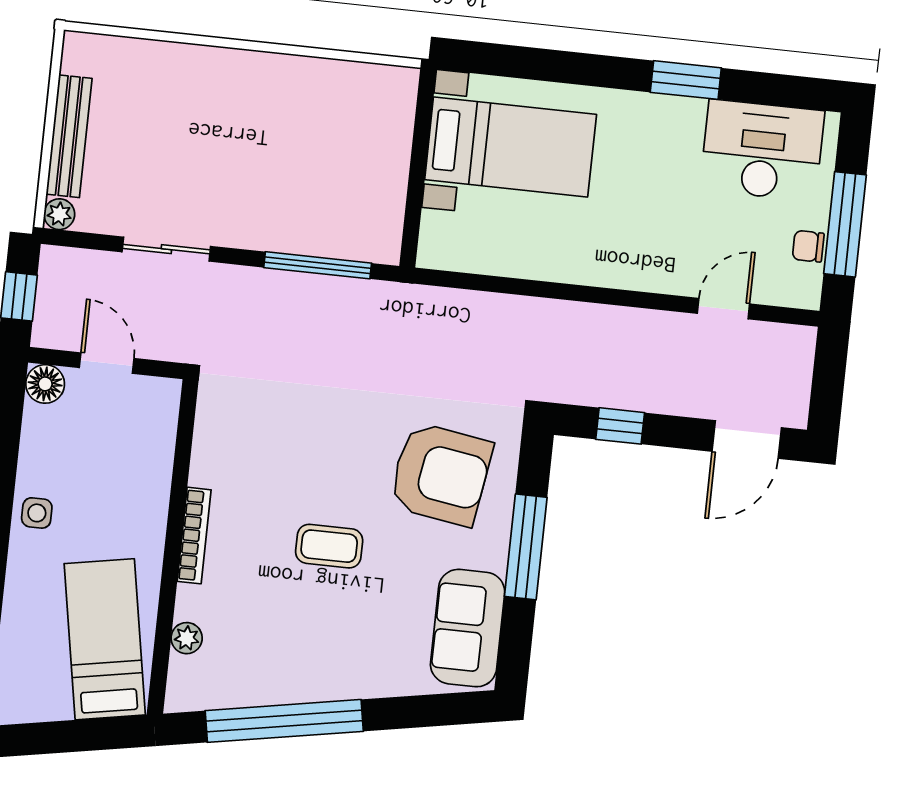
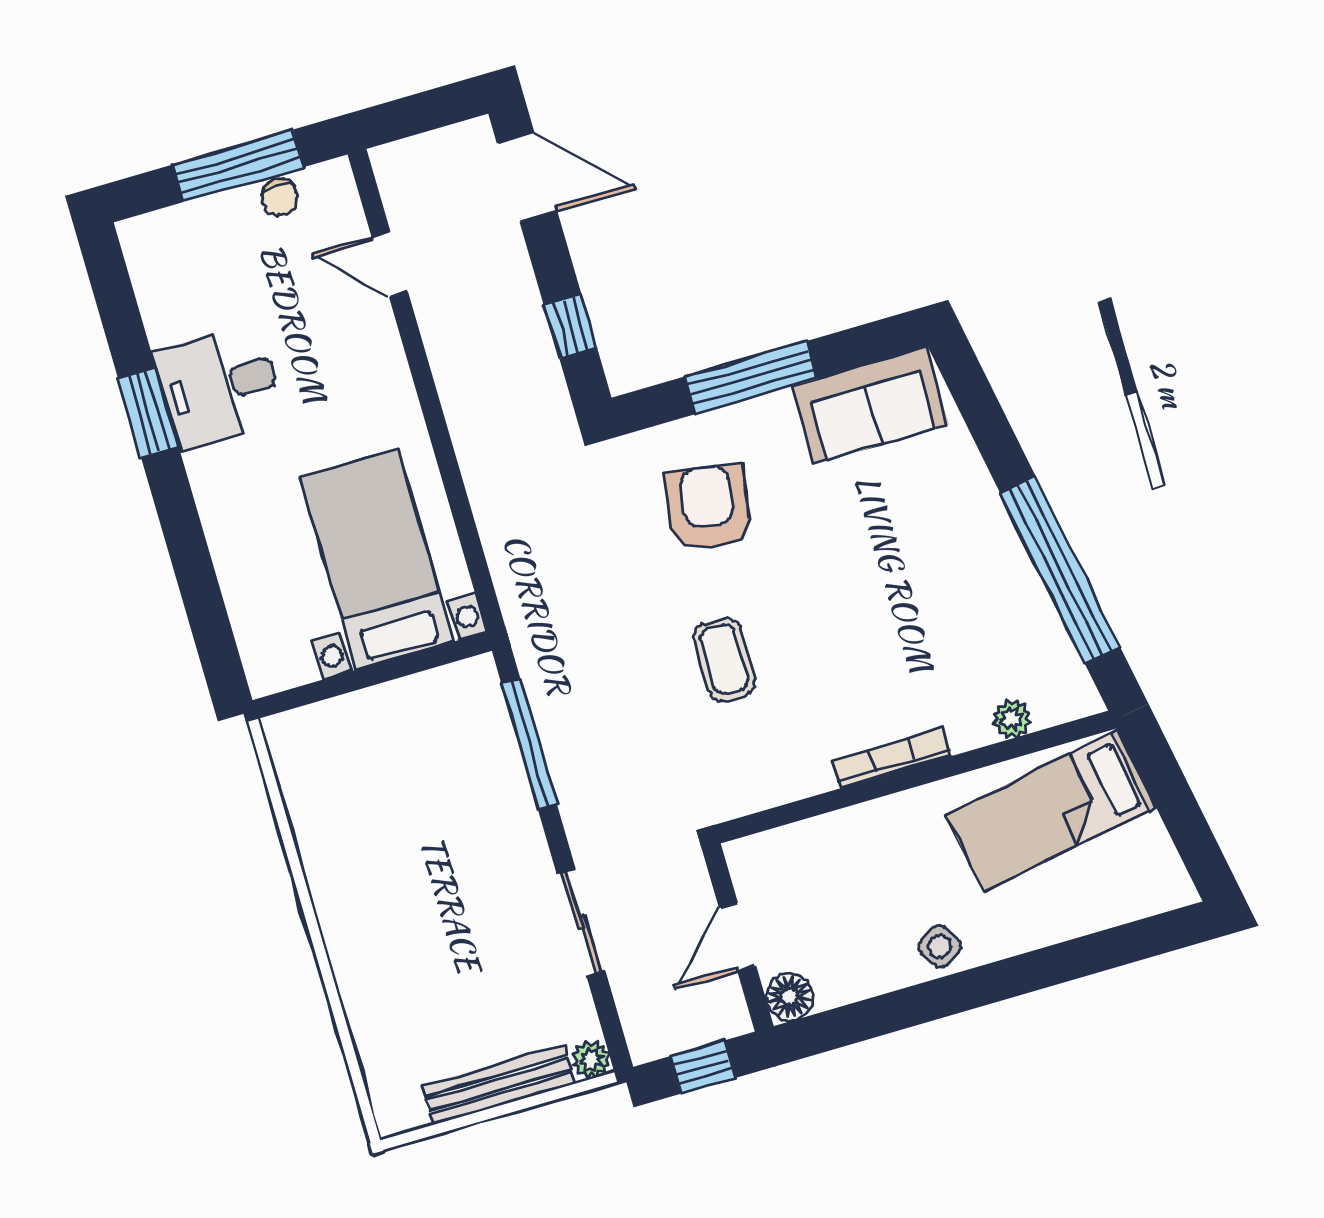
bed with nightstands: (511, 147) -> (377, 559), moved
desk: (762, 150) -> (219, 386), moved, width x0.73
armchair: (441, 474) -> (708, 508), width x0.73, depth x0.73
side table: (37, 513) -> (940, 946), turned -33
coffee table: (329, 546) -> (724, 659), moved

